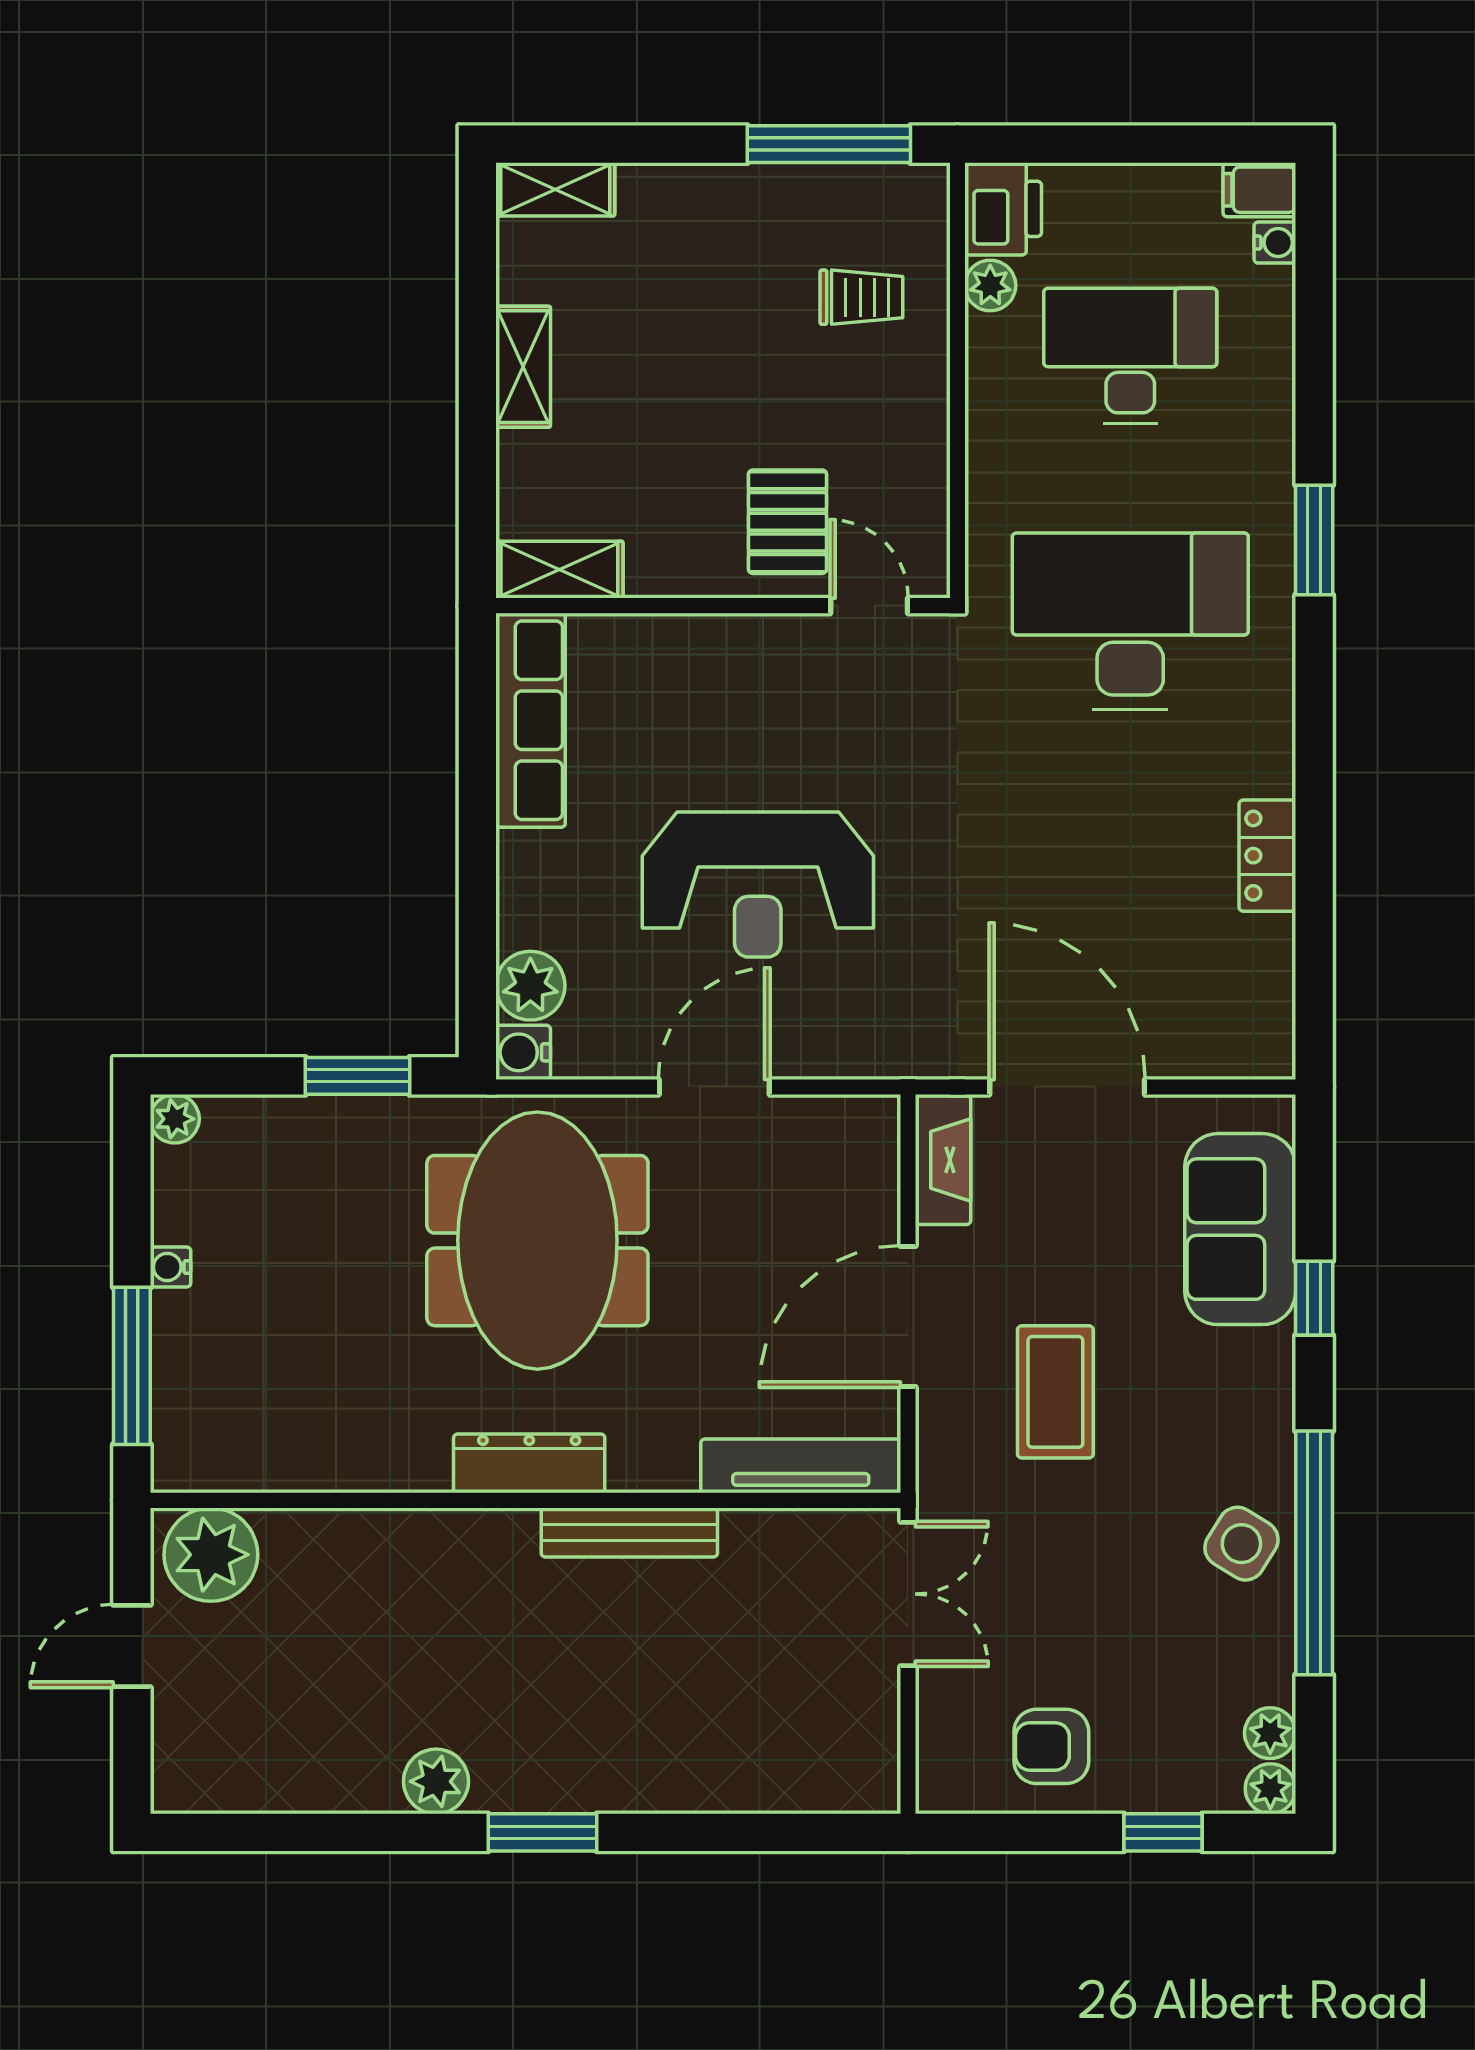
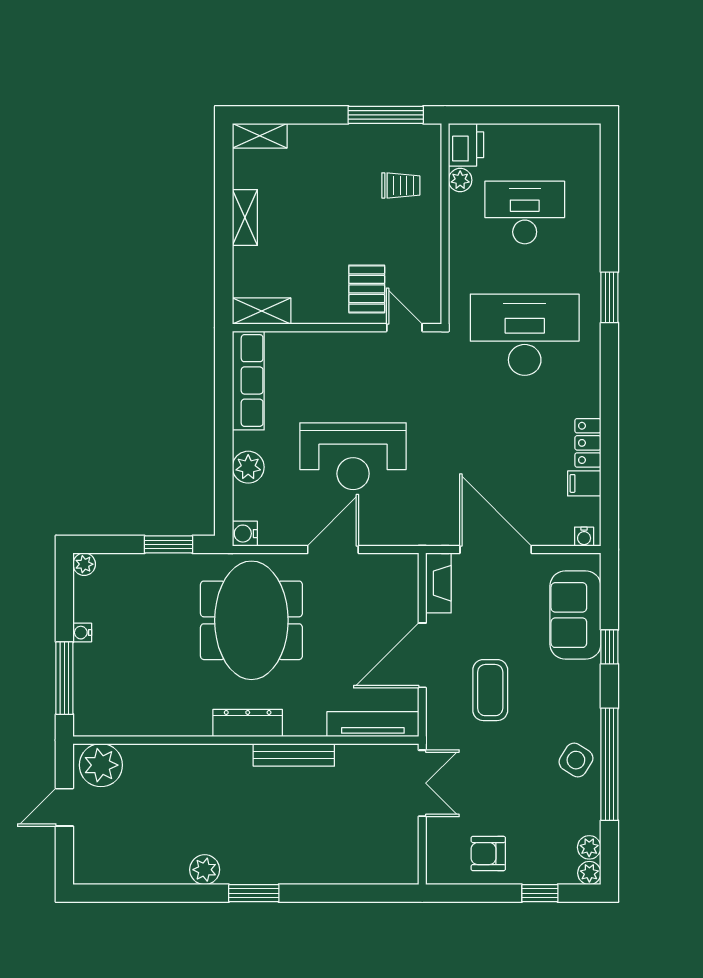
filing cabinet: (1259, 190) -> (584, 483), moved
water cooler: (1275, 243) -> (584, 537), moved, turned 90
plant: (530, 986) -> (248, 467), moved

